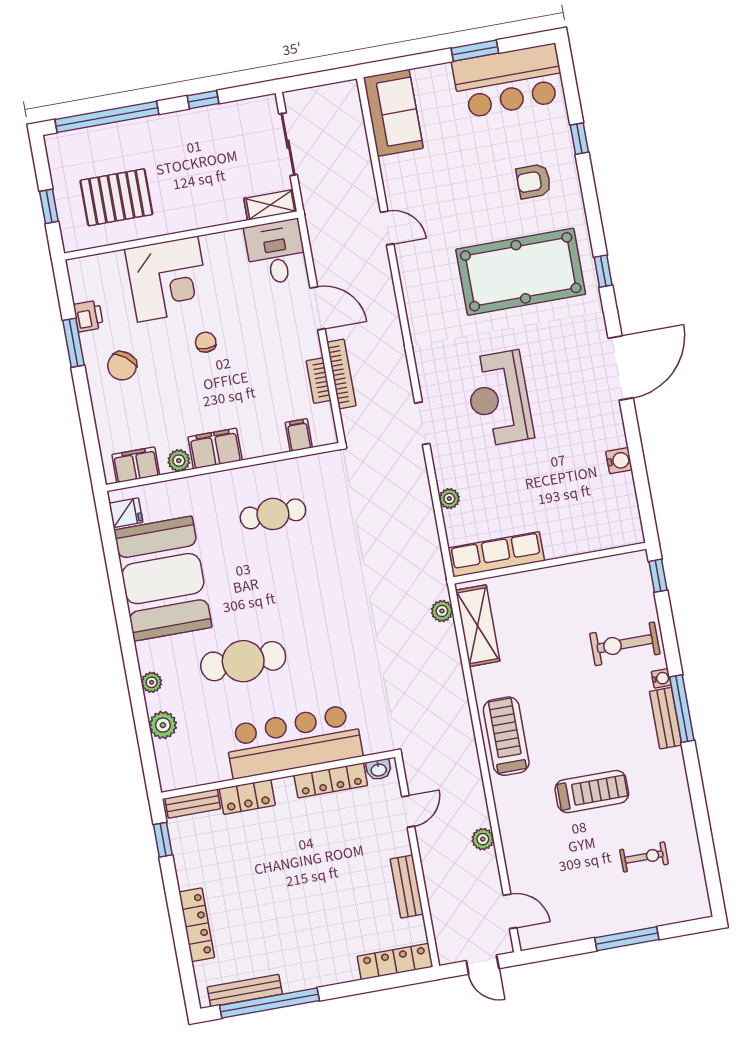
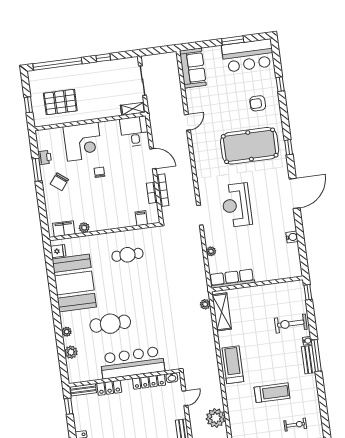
door: (387, 228) -> (187, 122), hinge flipped
filing cabinet: (215, 449) -> (102, 223), removed
plant: (483, 839) -> (216, 418), width x1.88, depth x1.88

